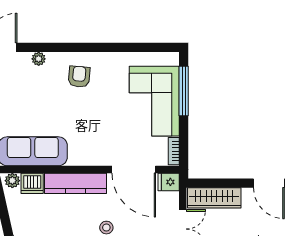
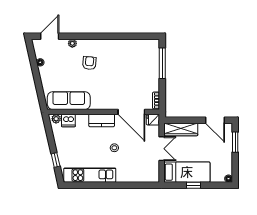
armchair: (79, 77) -> (89, 63), moved
corner sofa: (154, 101) -> (144, 69), removed
kitchen counter: (76, 183) -> (102, 120), width x0.67

